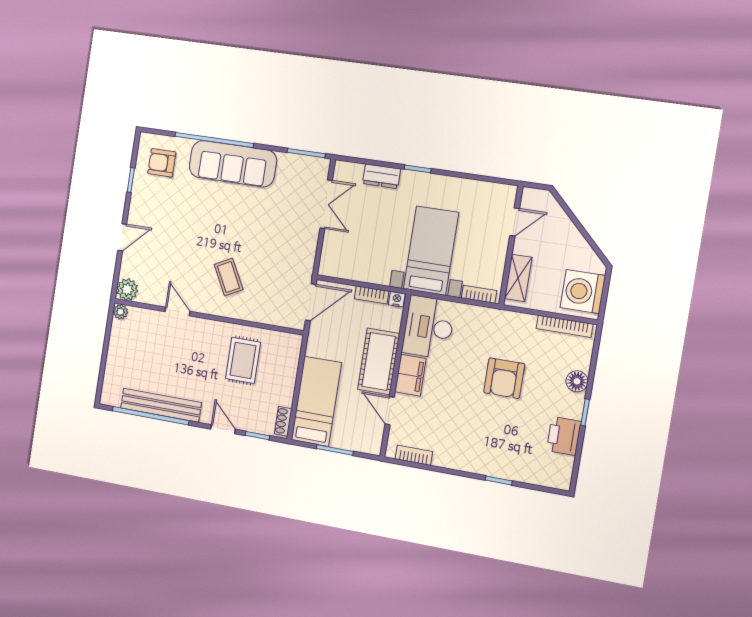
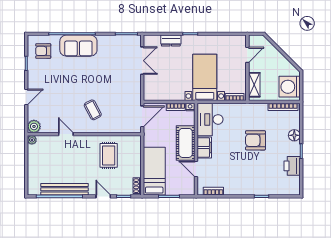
sofa: (233, 164) -> (78, 46), width x0.73
armchair: (504, 378) -> (255, 140), turned 90

